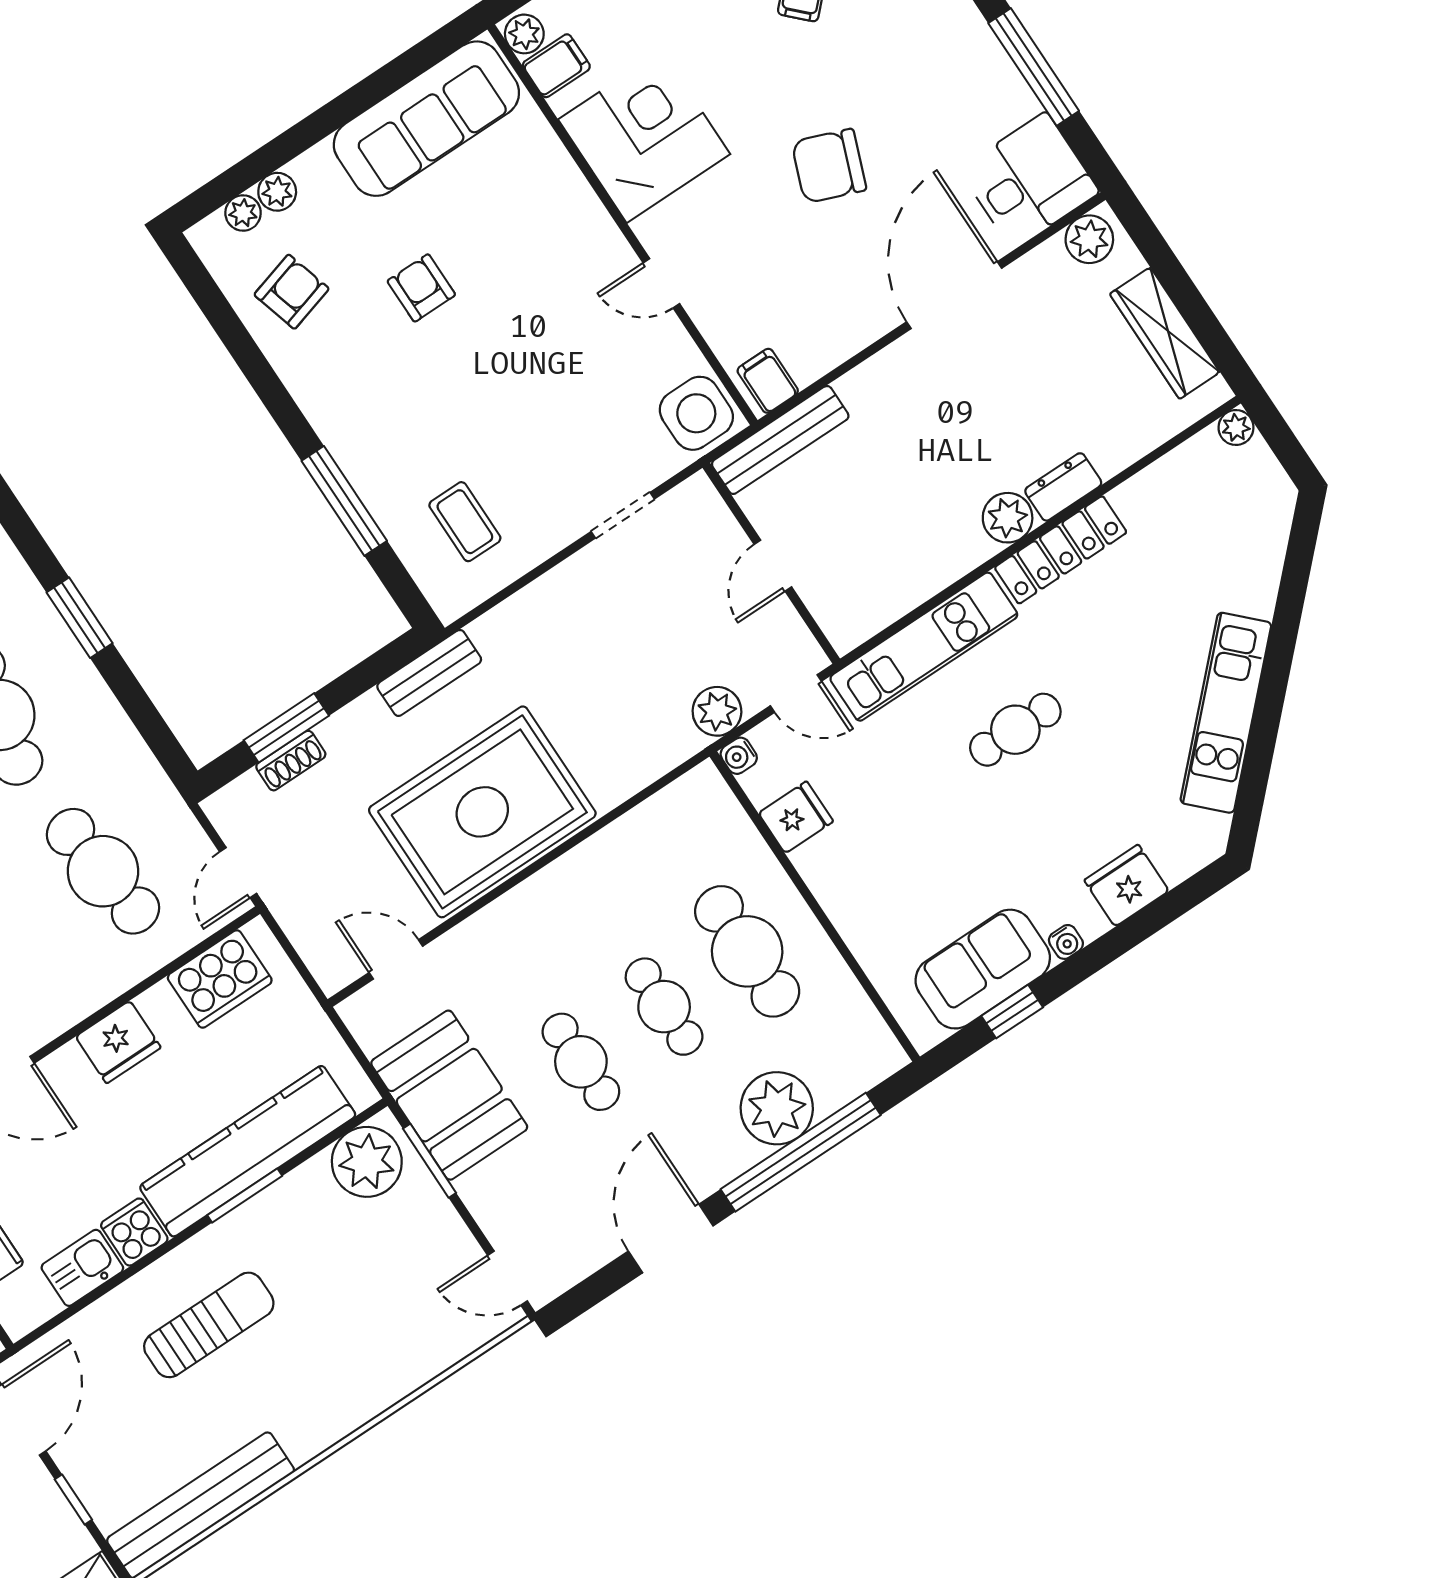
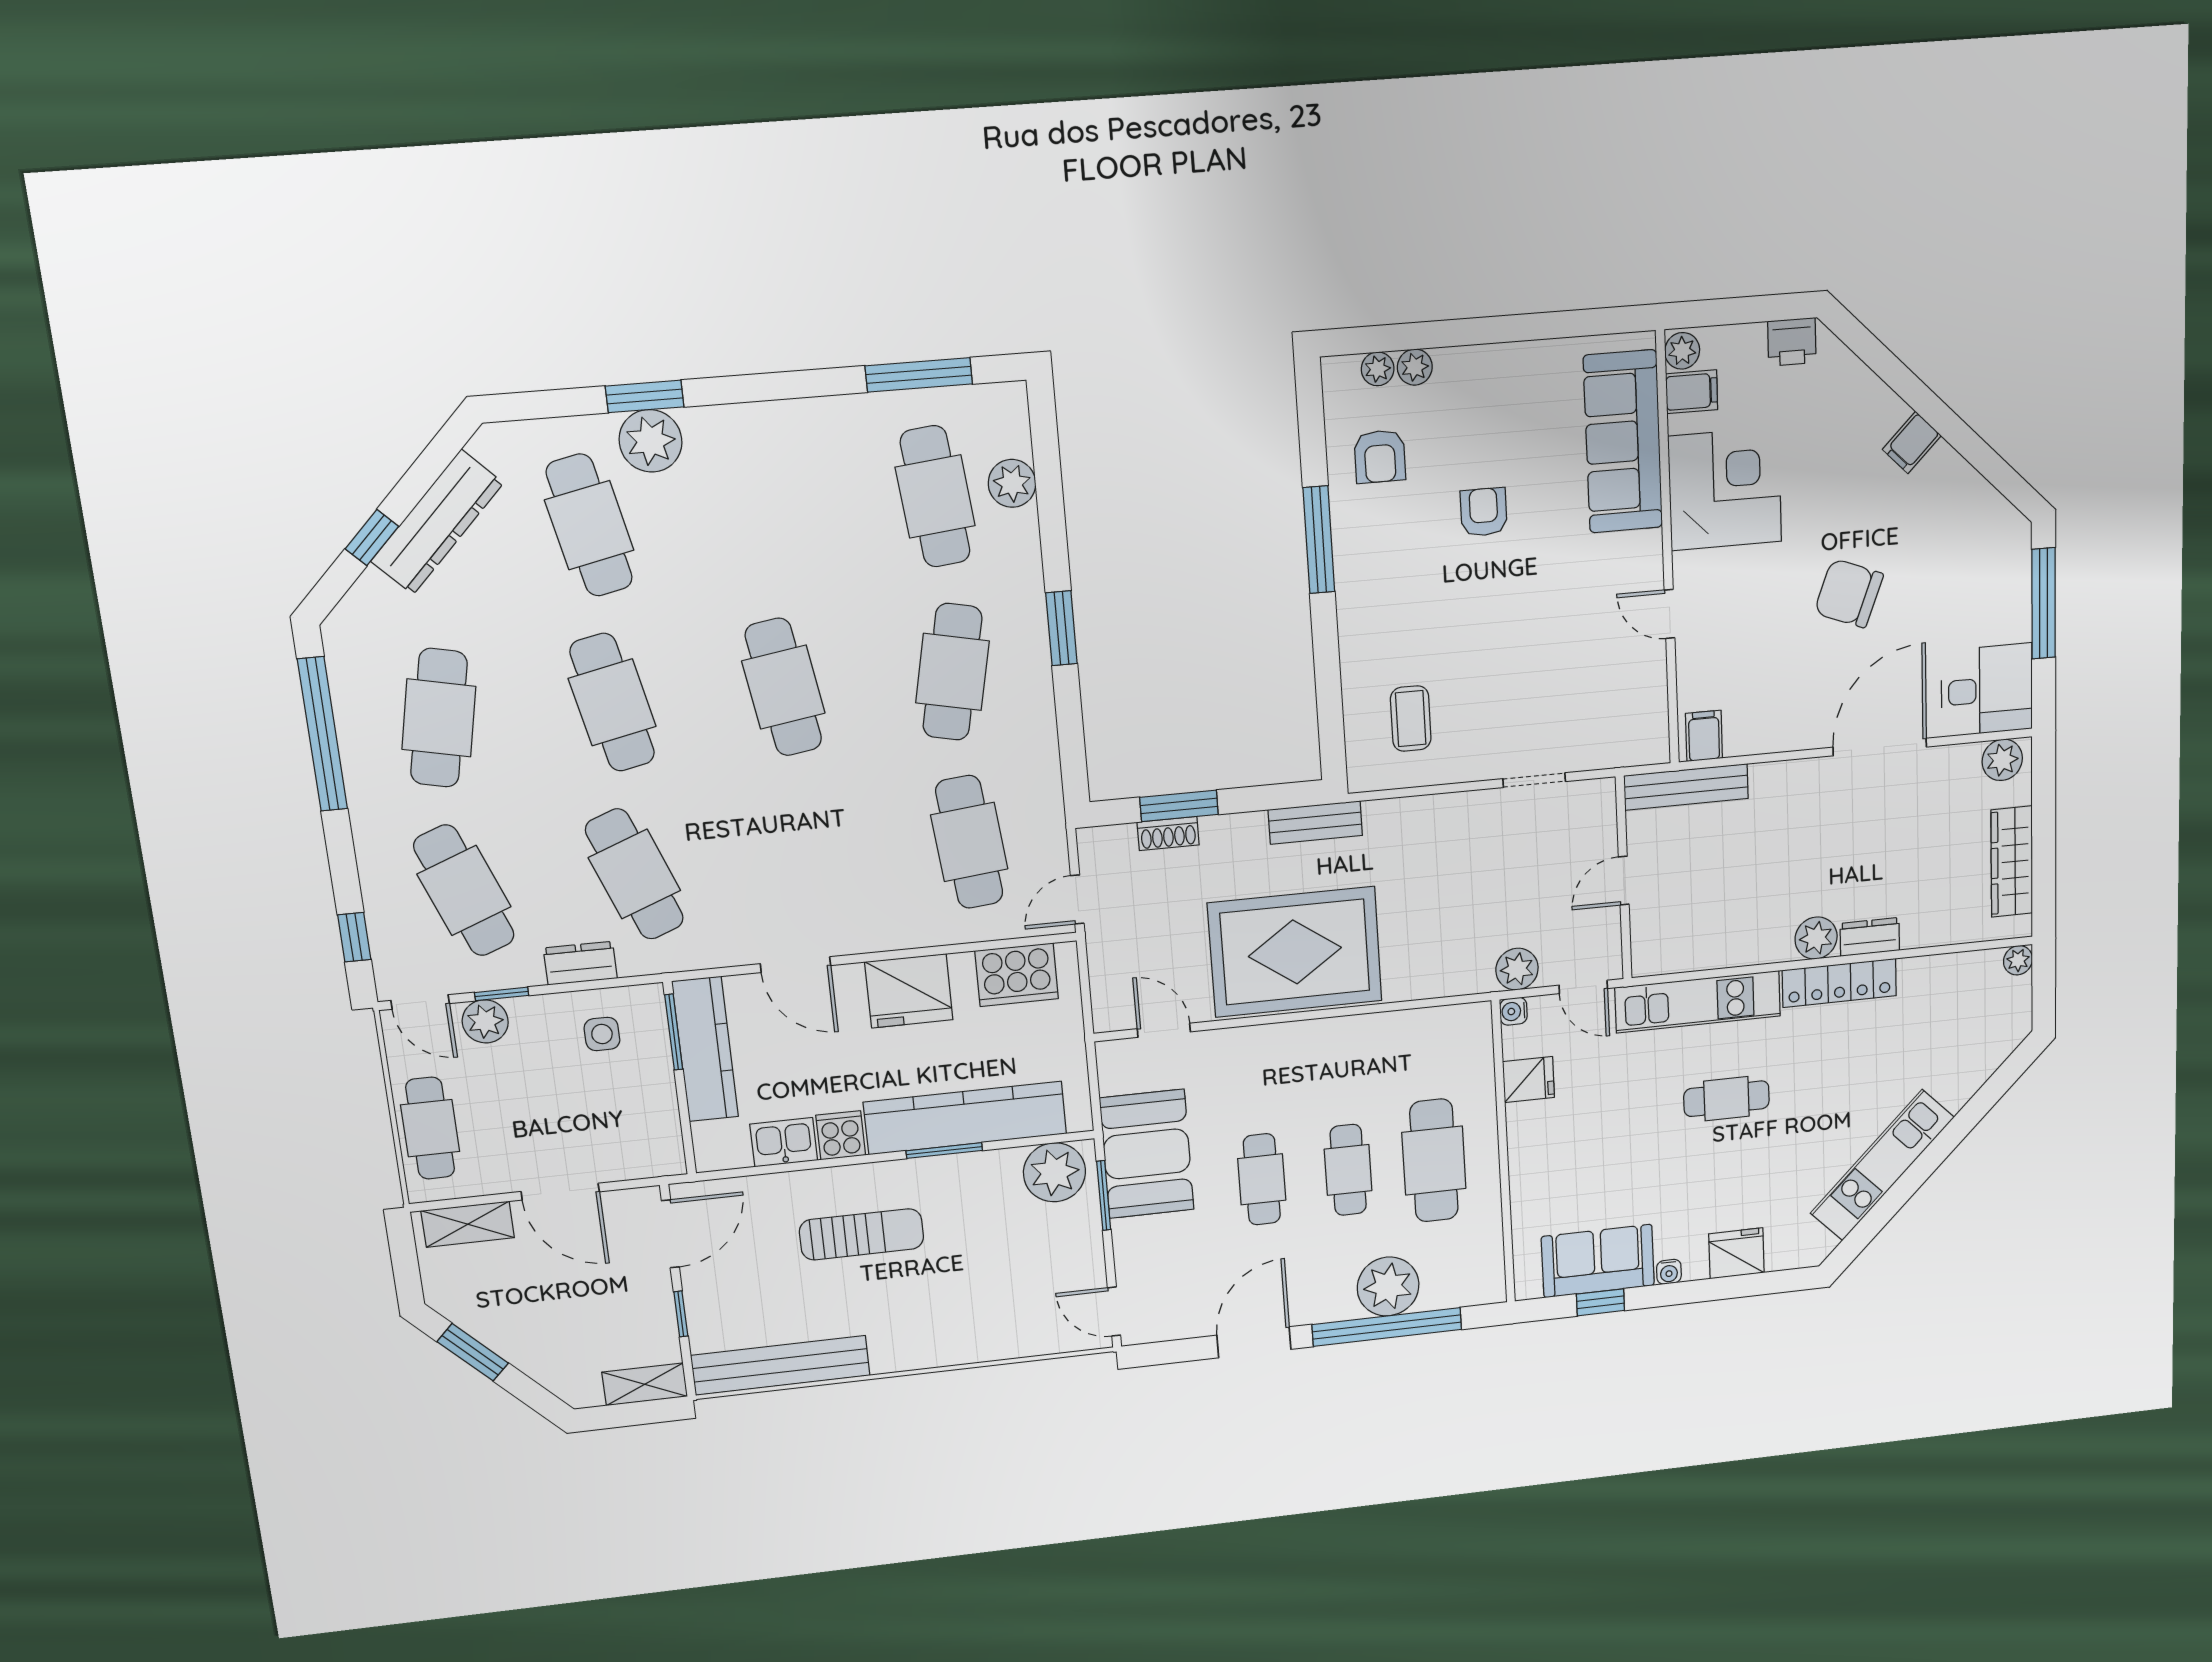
sofa: (426, 119) -> (1623, 442), moved, turned 90
armchair: (292, 292) -> (1380, 456), turned 106
side table: (696, 413) -> (1636, 731), removed
window: (344, 501) -> (1319, 540), moved
fridge: (118, 1042) -> (909, 991), width x1.36, depth x1.34

